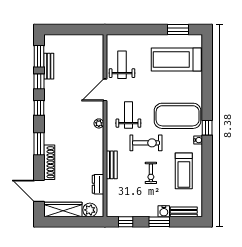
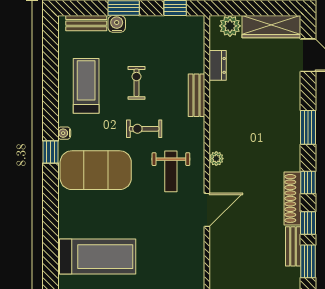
weight bench: (122, 65) -> (181, 248), removed
exercise bike: (146, 143) -> (144, 129), width x0.73, depth x0.72
shoe rack: (49, 162) -> (292, 198), moved

